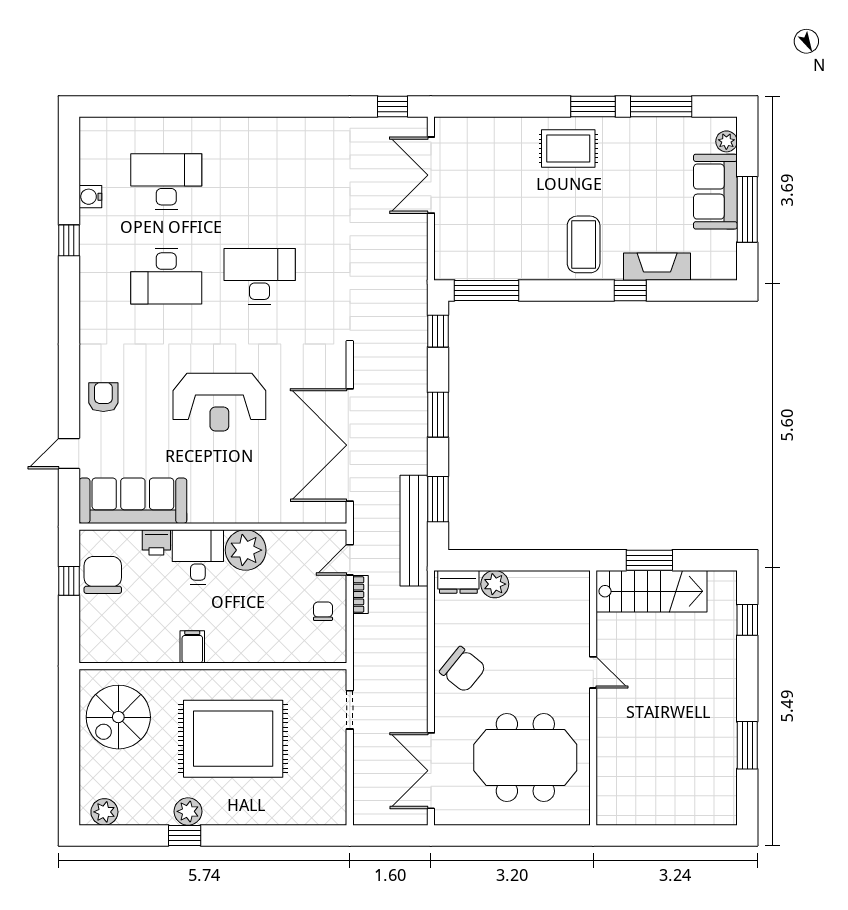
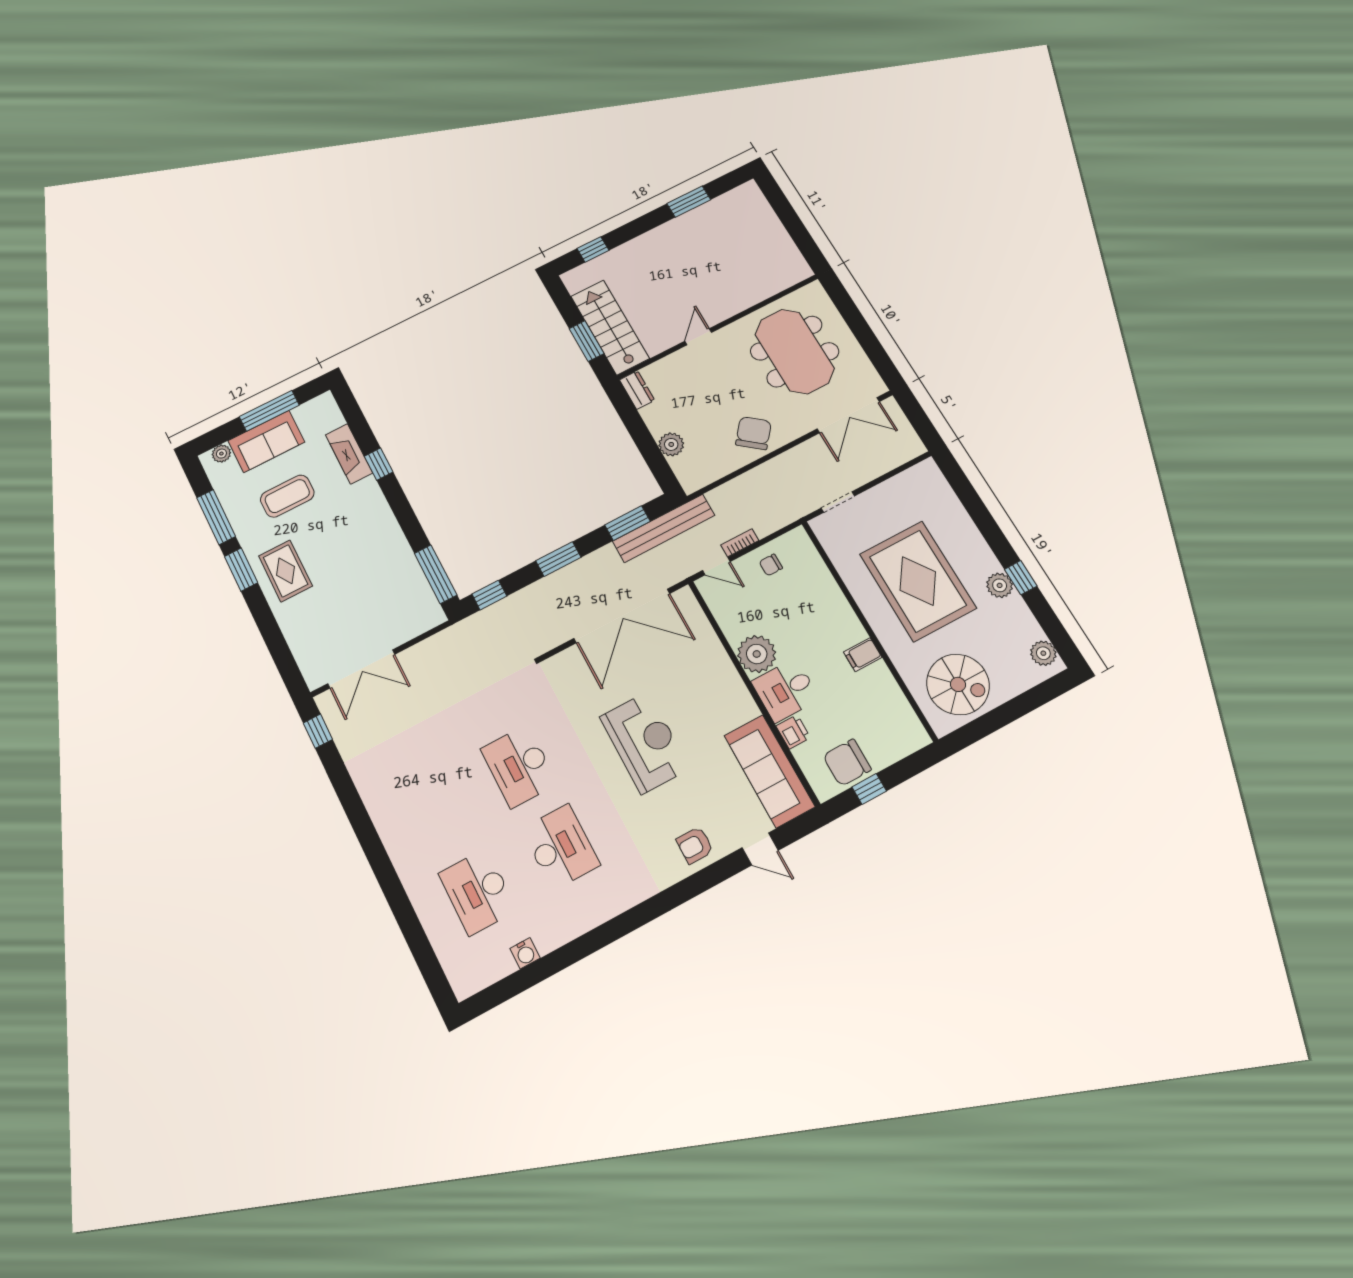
window: (69, 240) -> (574, 952), removed
coffee table: (584, 244) -> (287, 496), moved
dresser: (458, 582) -> (637, 390), moved

